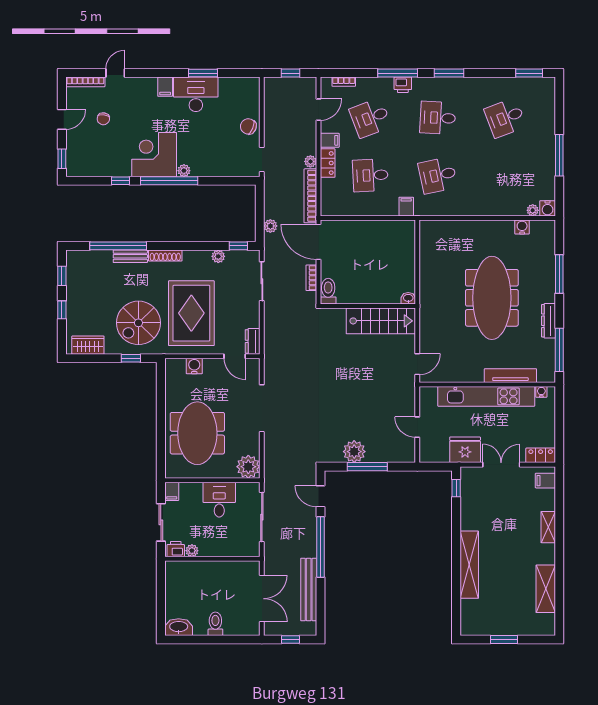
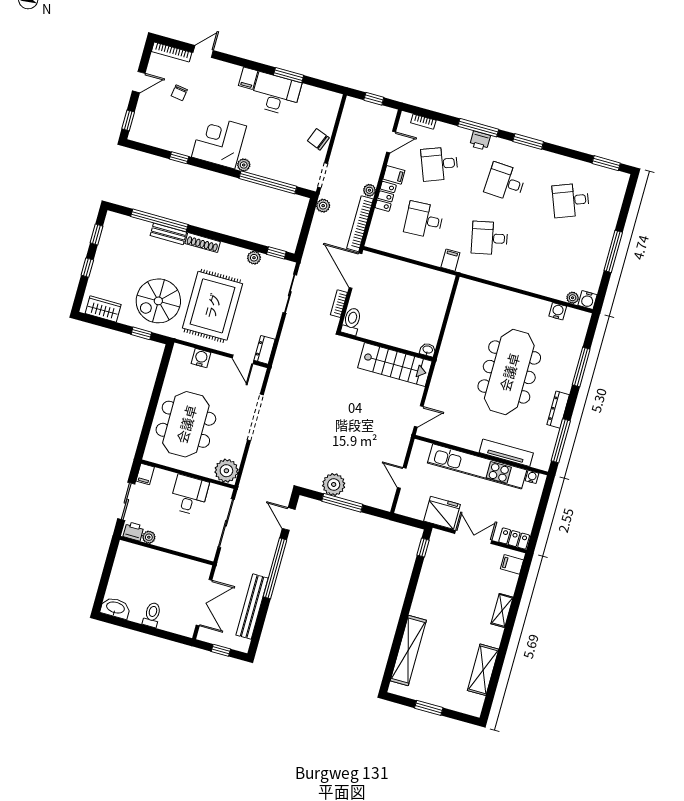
window: (169, 181) -> (268, 182), moved
plant: (270, 226) -> (323, 206), moved
shelving: (469, 565) -> (408, 651), moved

